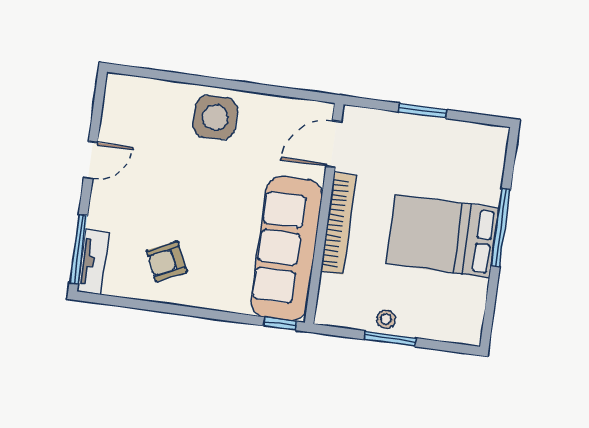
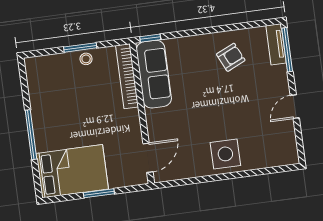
bookcase: (339, 223) -> (127, 76), moved
bed: (442, 236) -> (72, 171), moved
sofa: (287, 248) -> (154, 74), width x0.74, depth x0.79

